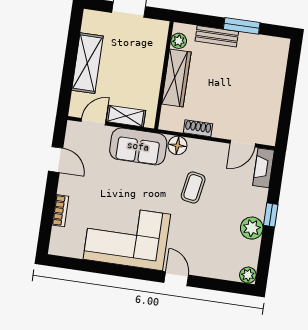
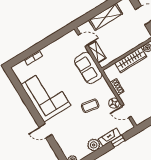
floor lamp: (177, 145) -> (114, 103), moved
door: (56, 160) -> (53, 38), removed
fireplace: (264, 168) -> (110, 137), moved
window: (271, 215) -> (118, 141), moved
door: (176, 279) -> (46, 131), swing flipped

